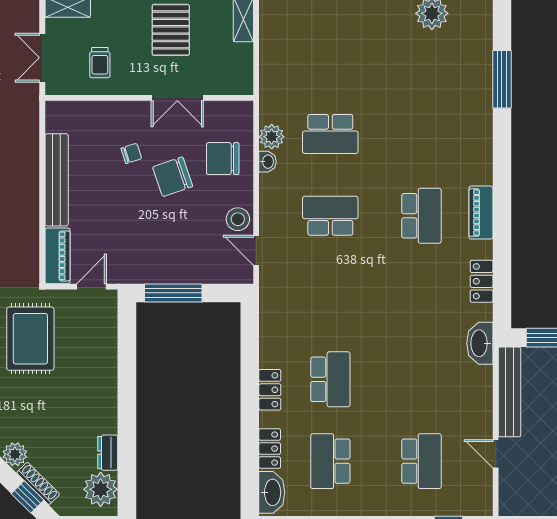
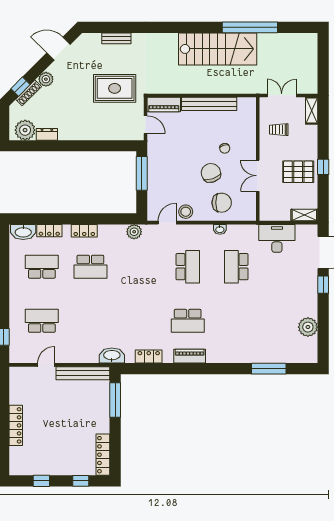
desk: (283, 66) -> (277, 238), added
plant: (272, 137) -> (134, 232), moved
chair: (223, 159) -> (222, 203), turned 90
school desk: (421, 461) -> (42, 321), turned 180

